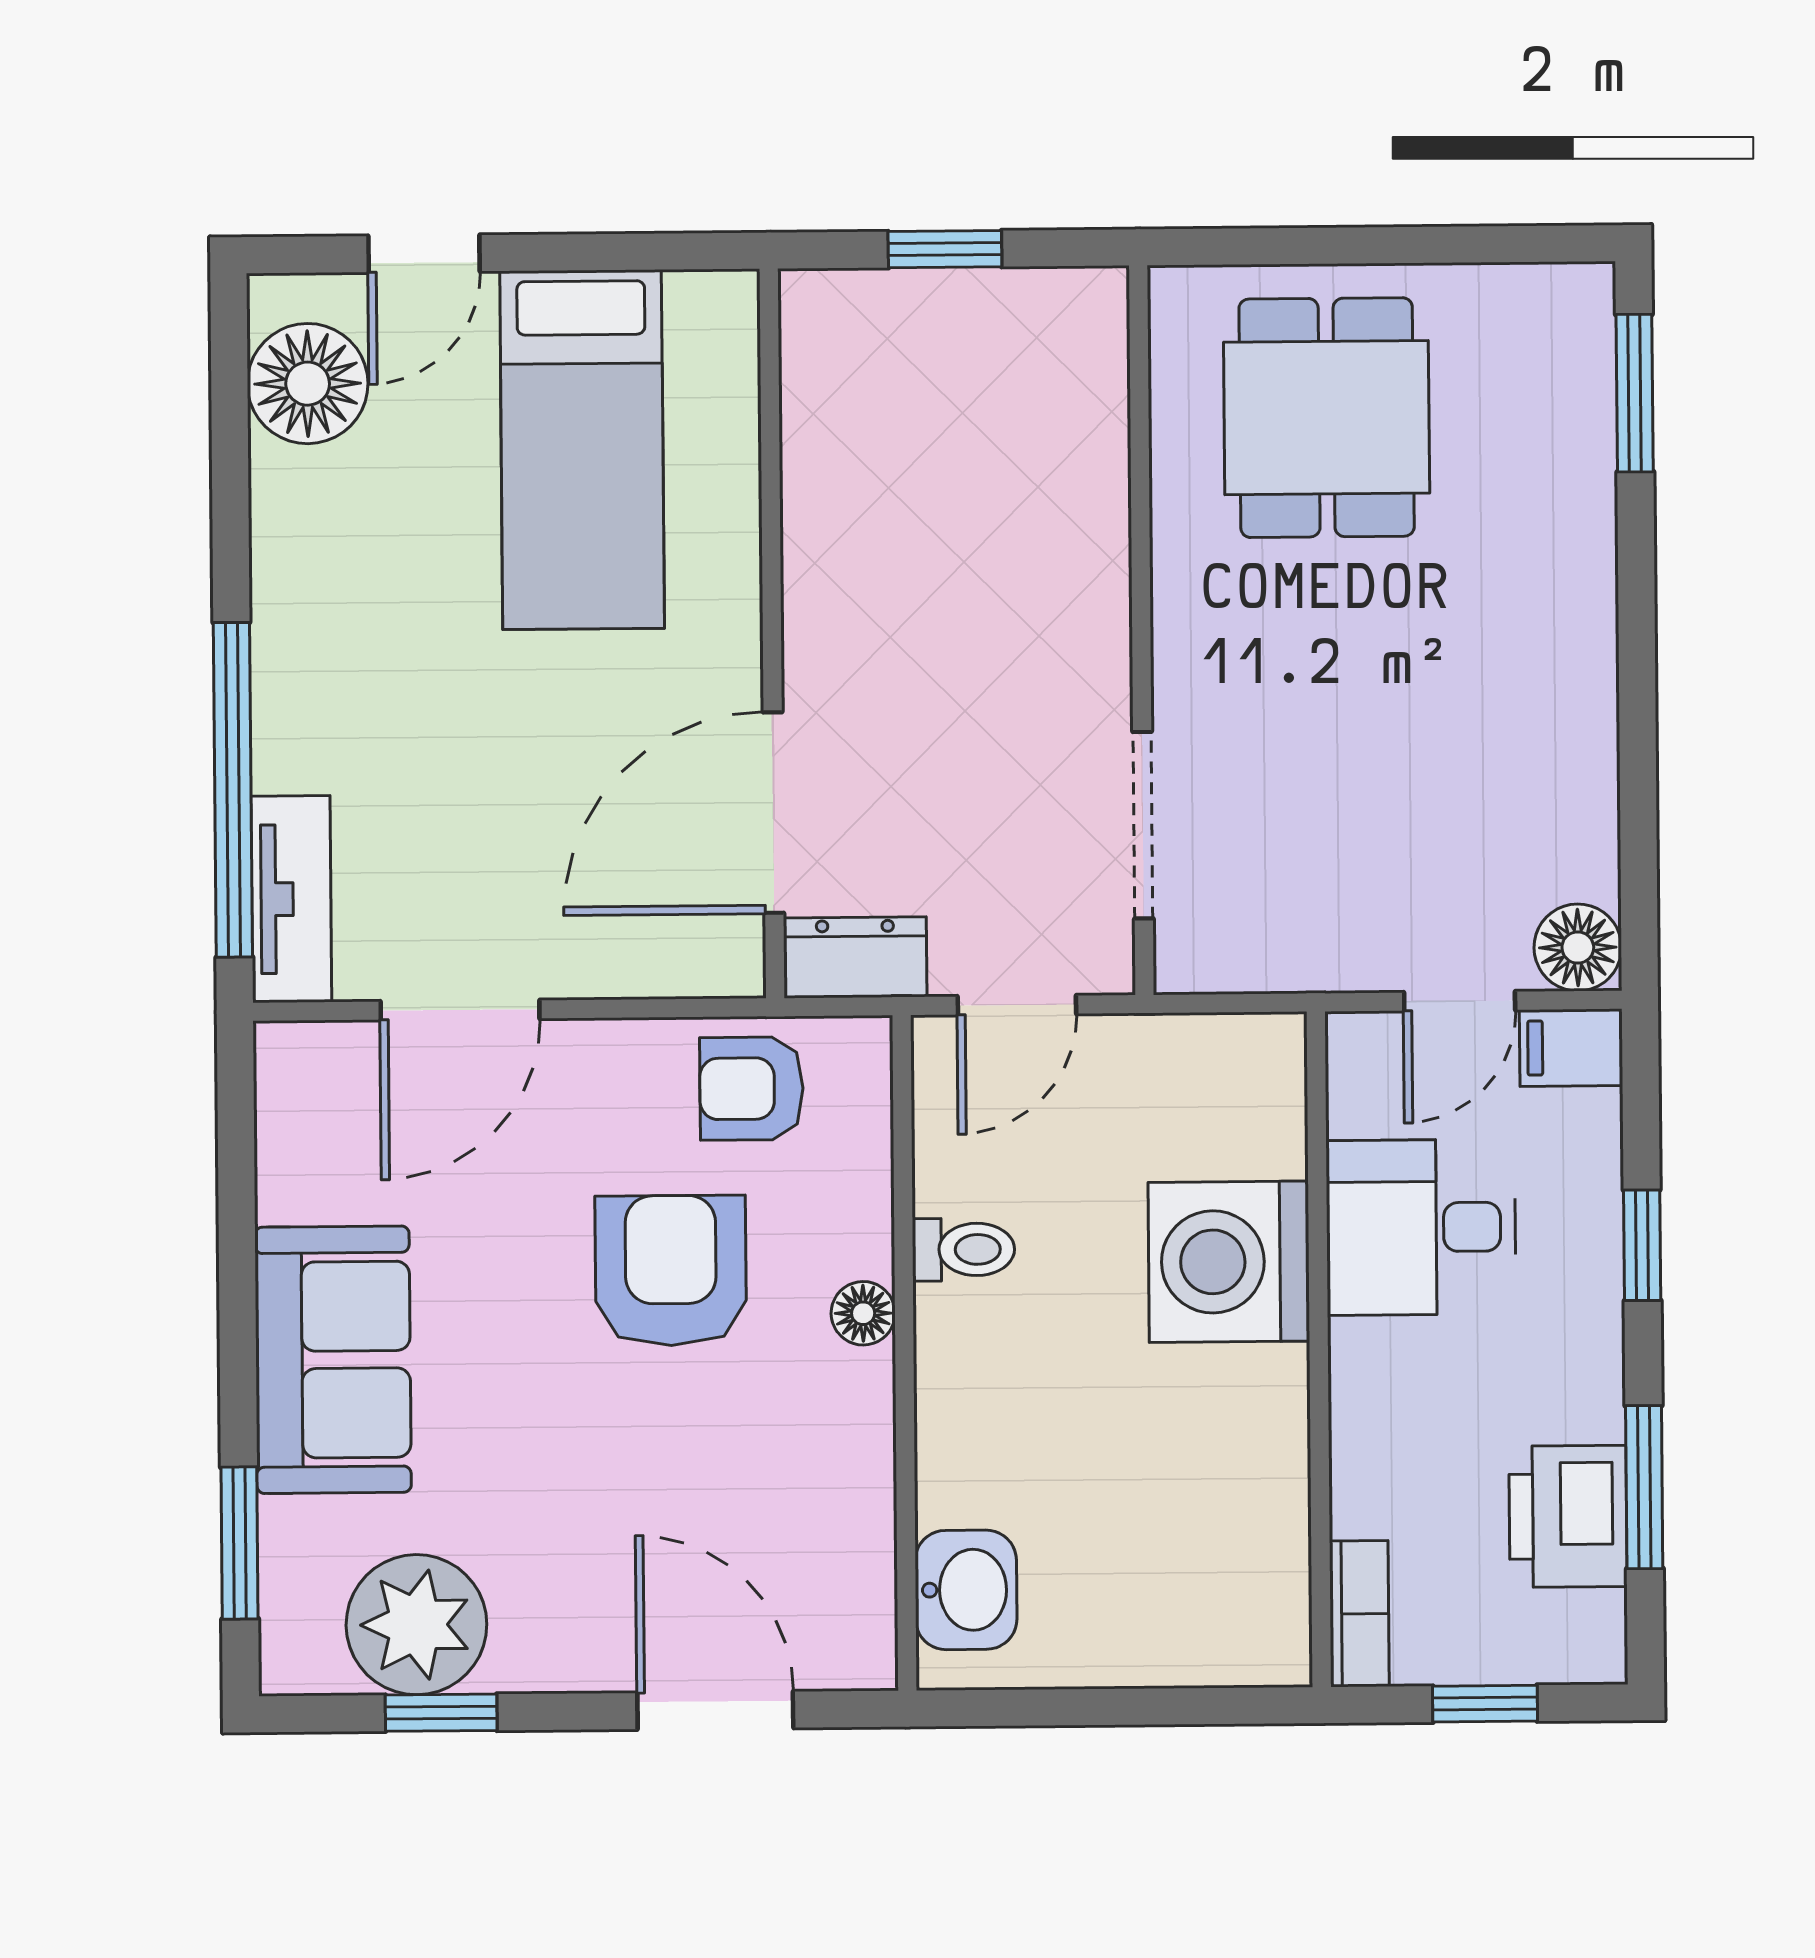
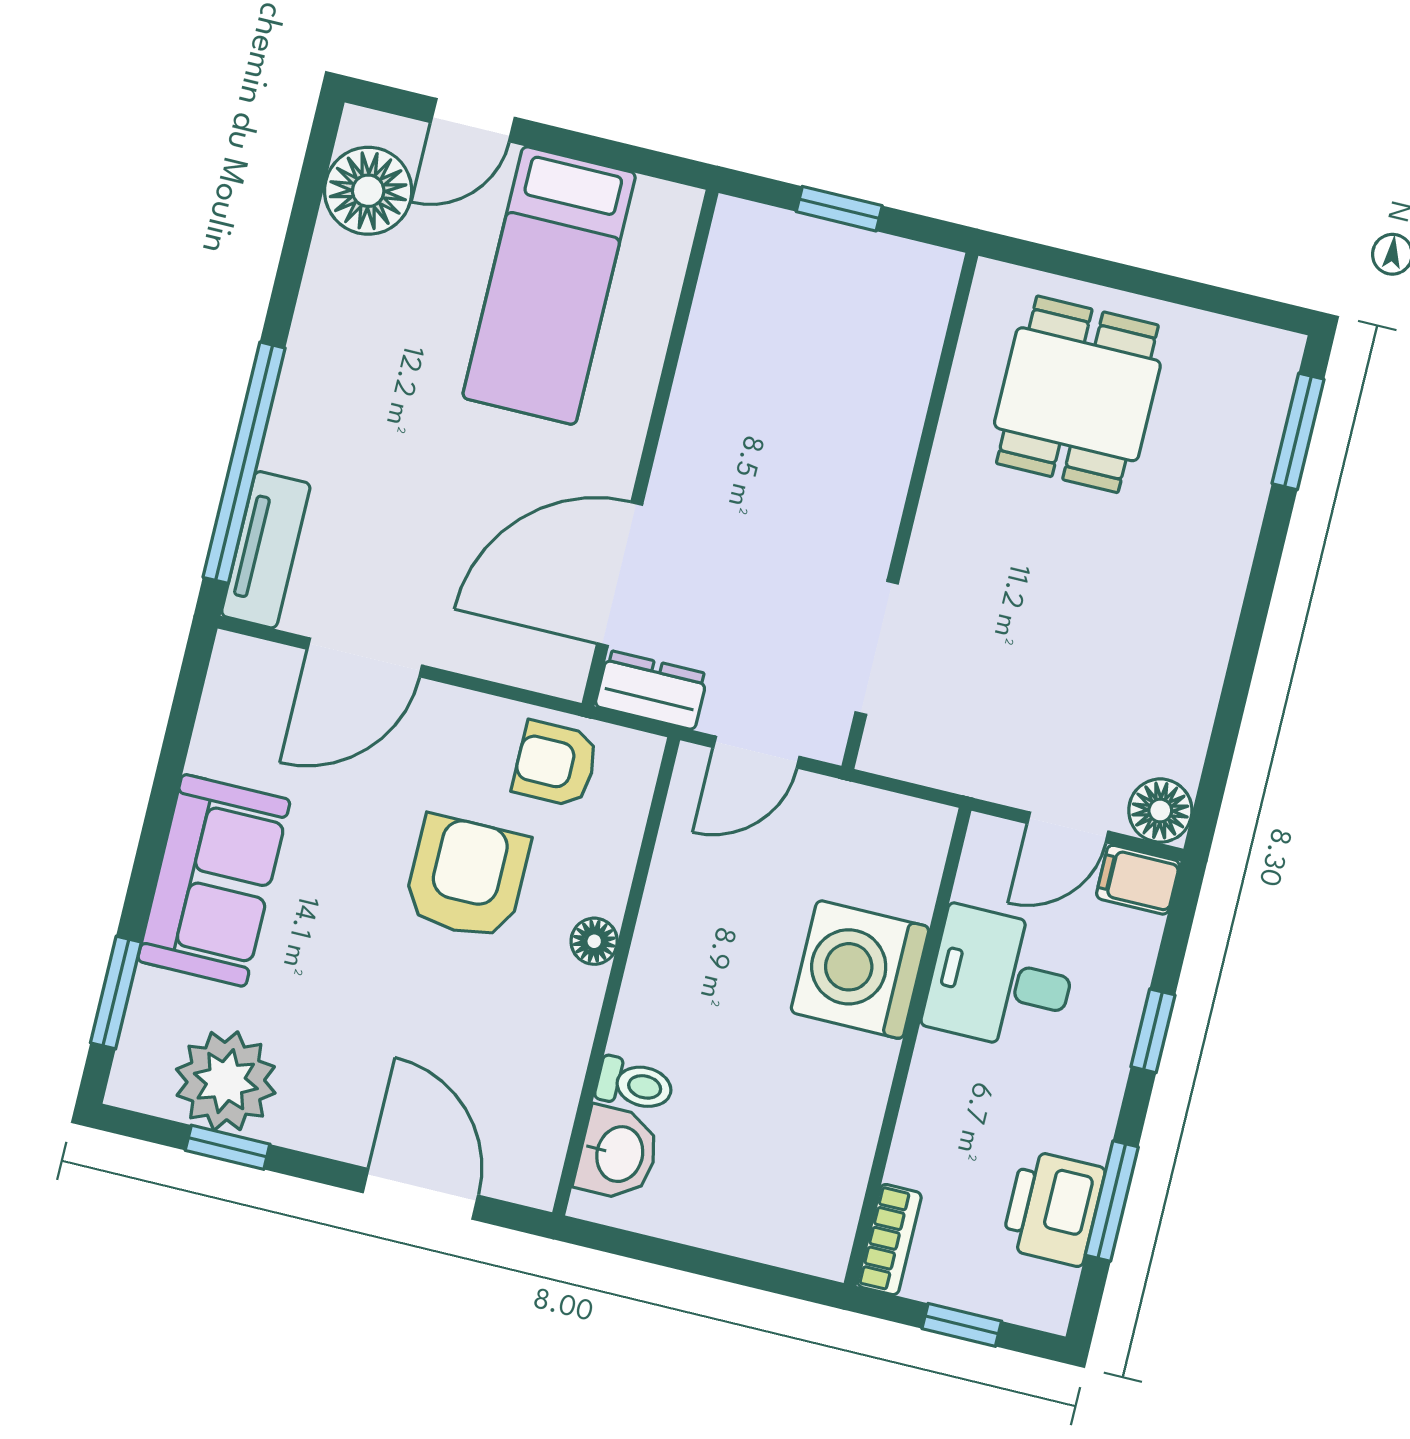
toilet: (963, 1250) -> (635, 1084), moved

